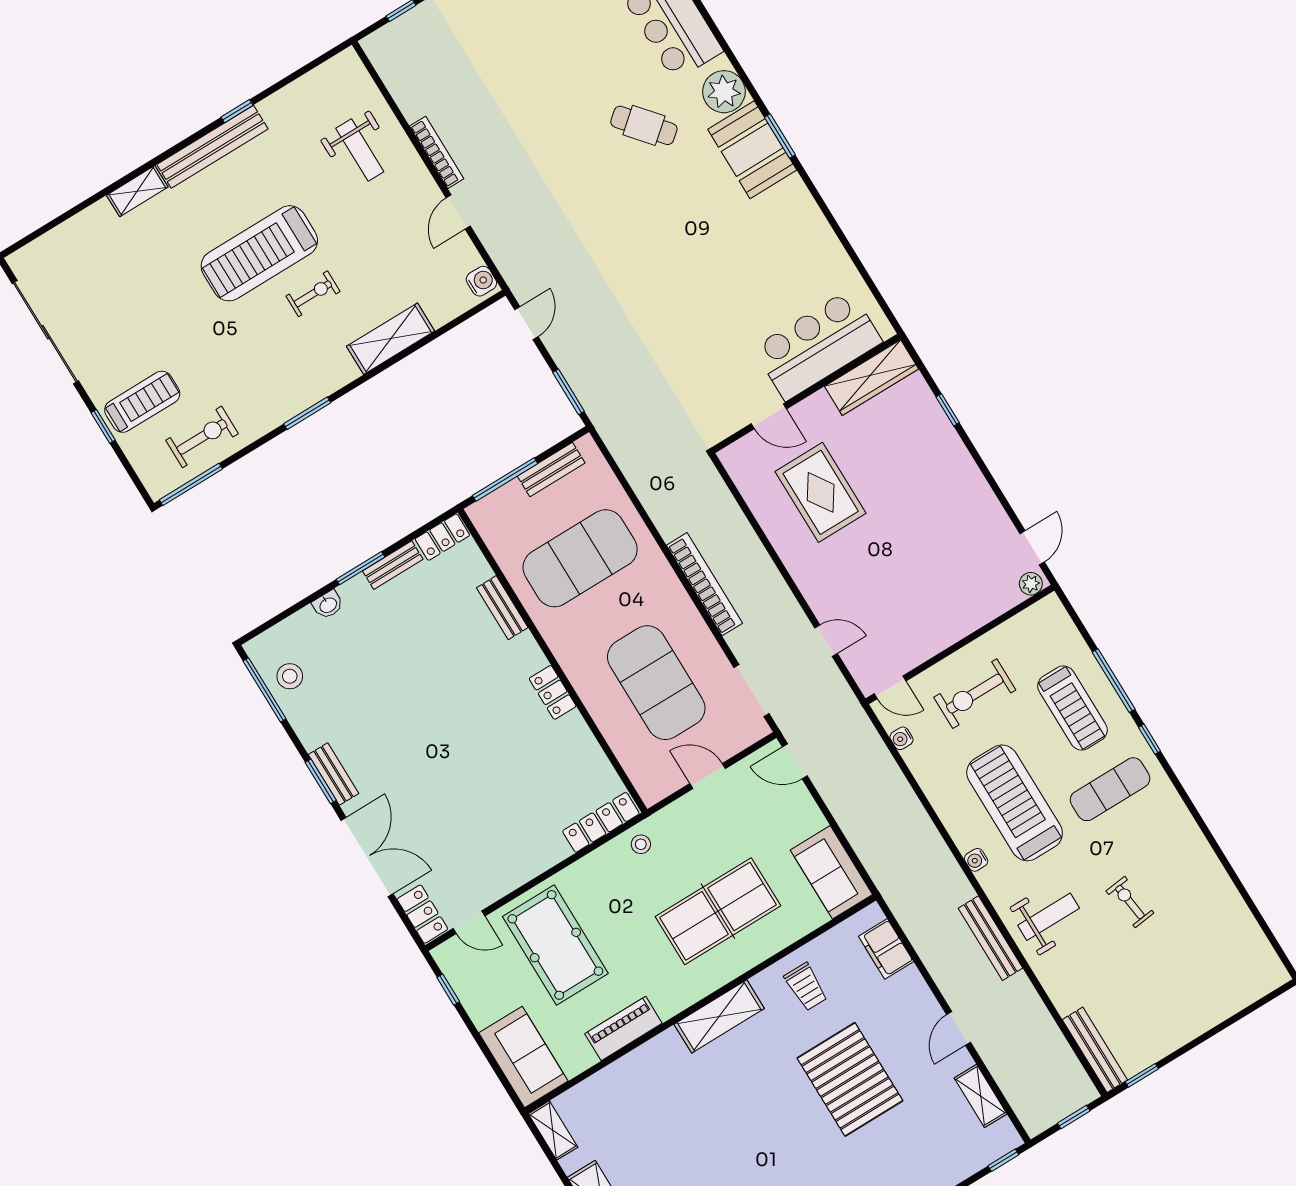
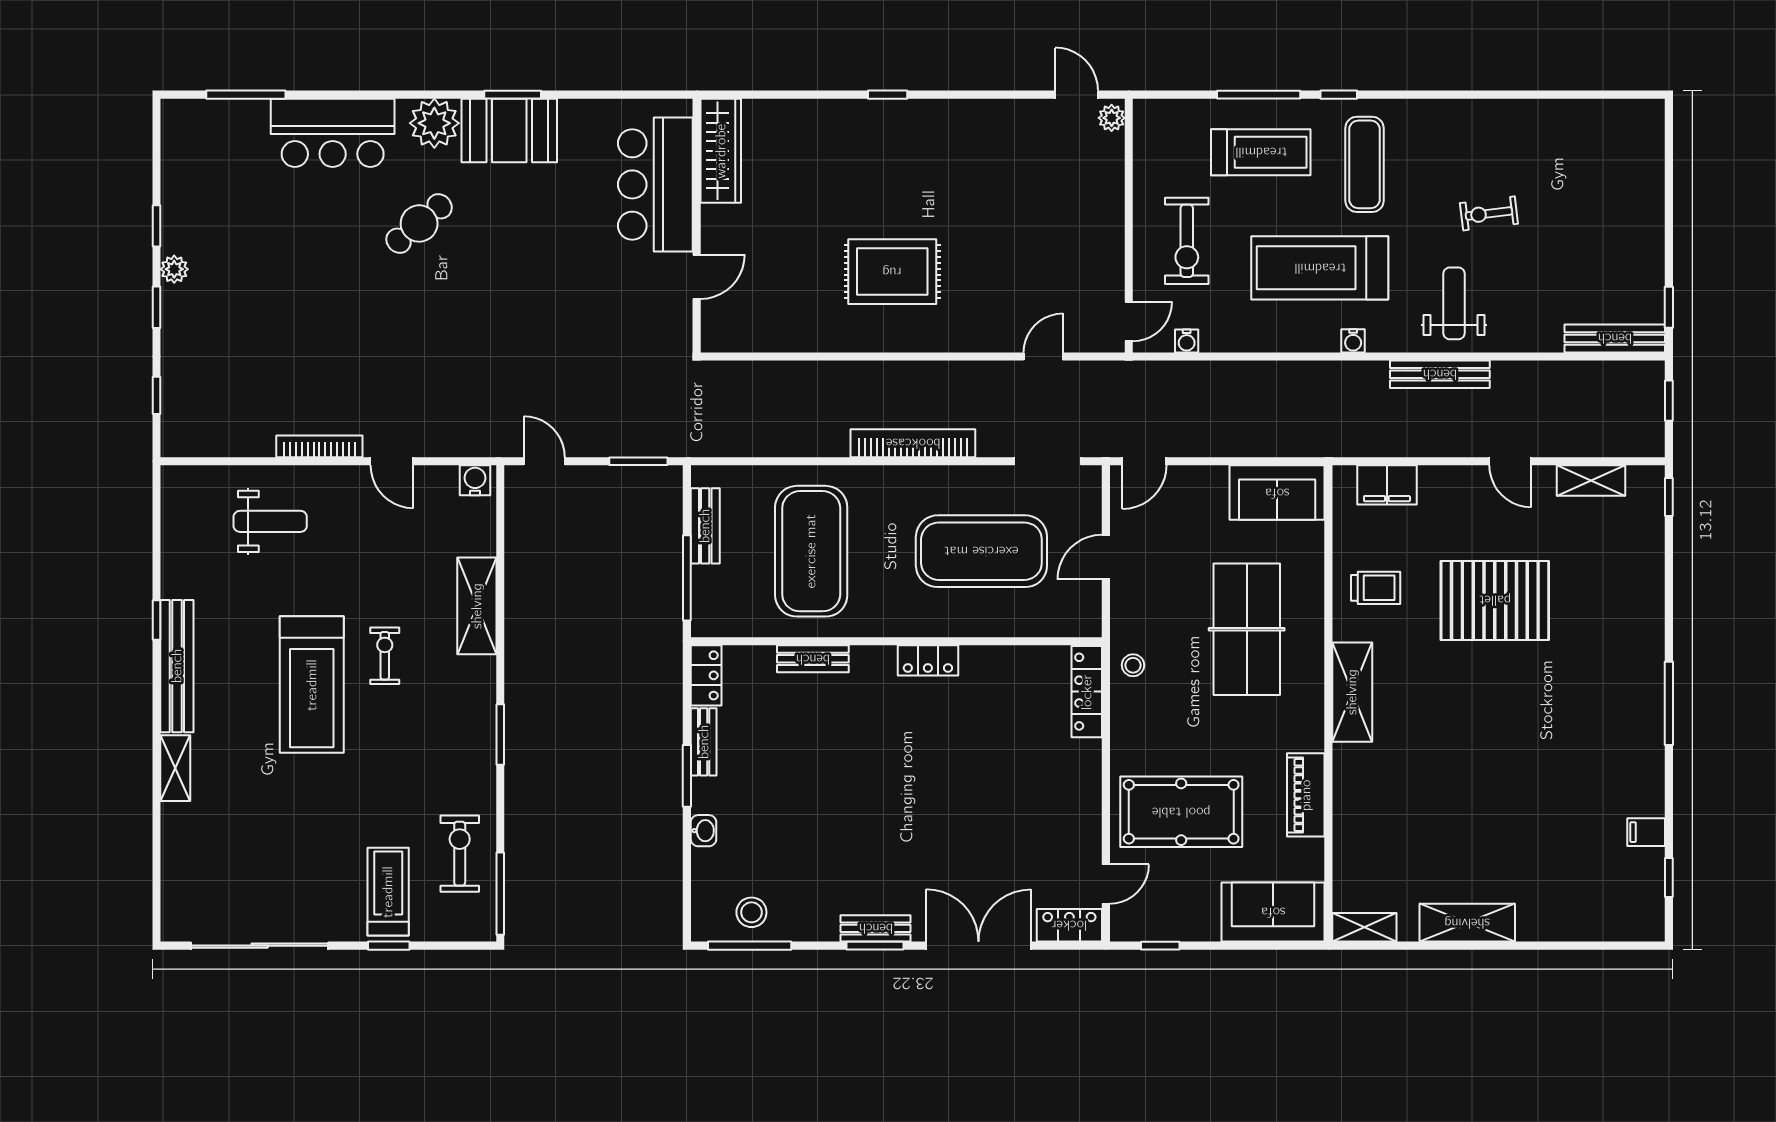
bar counter: (818, 345) -> (655, 184), moved
wardrobe: (872, 378) -> (721, 151), moved
wall: (806, 393) -> (697, 226), moved
door: (769, 416) -> (697, 277), moved

